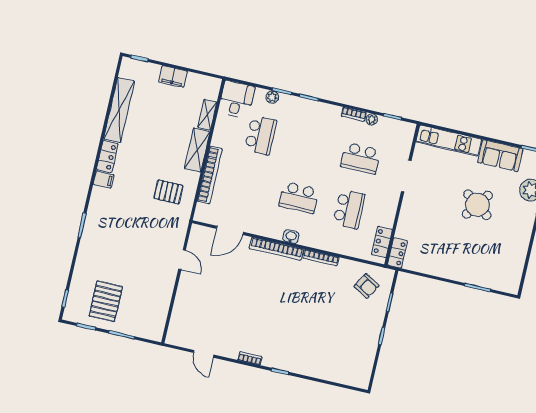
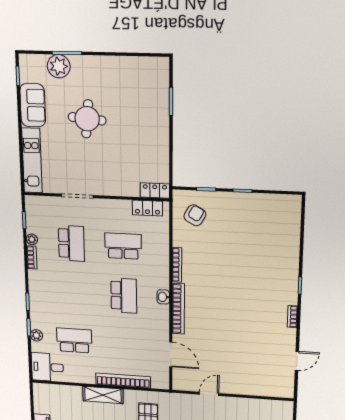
shelving: (207, 115) -> (68, 391), removed
round table: (477, 205) -> (87, 119), turned -31

